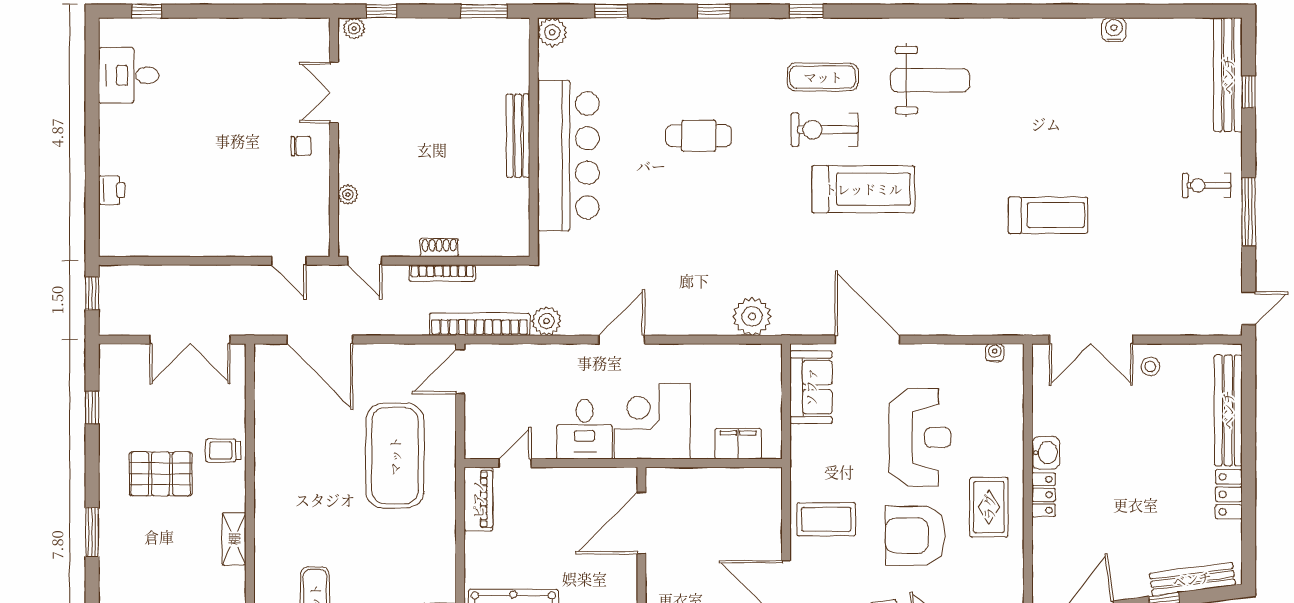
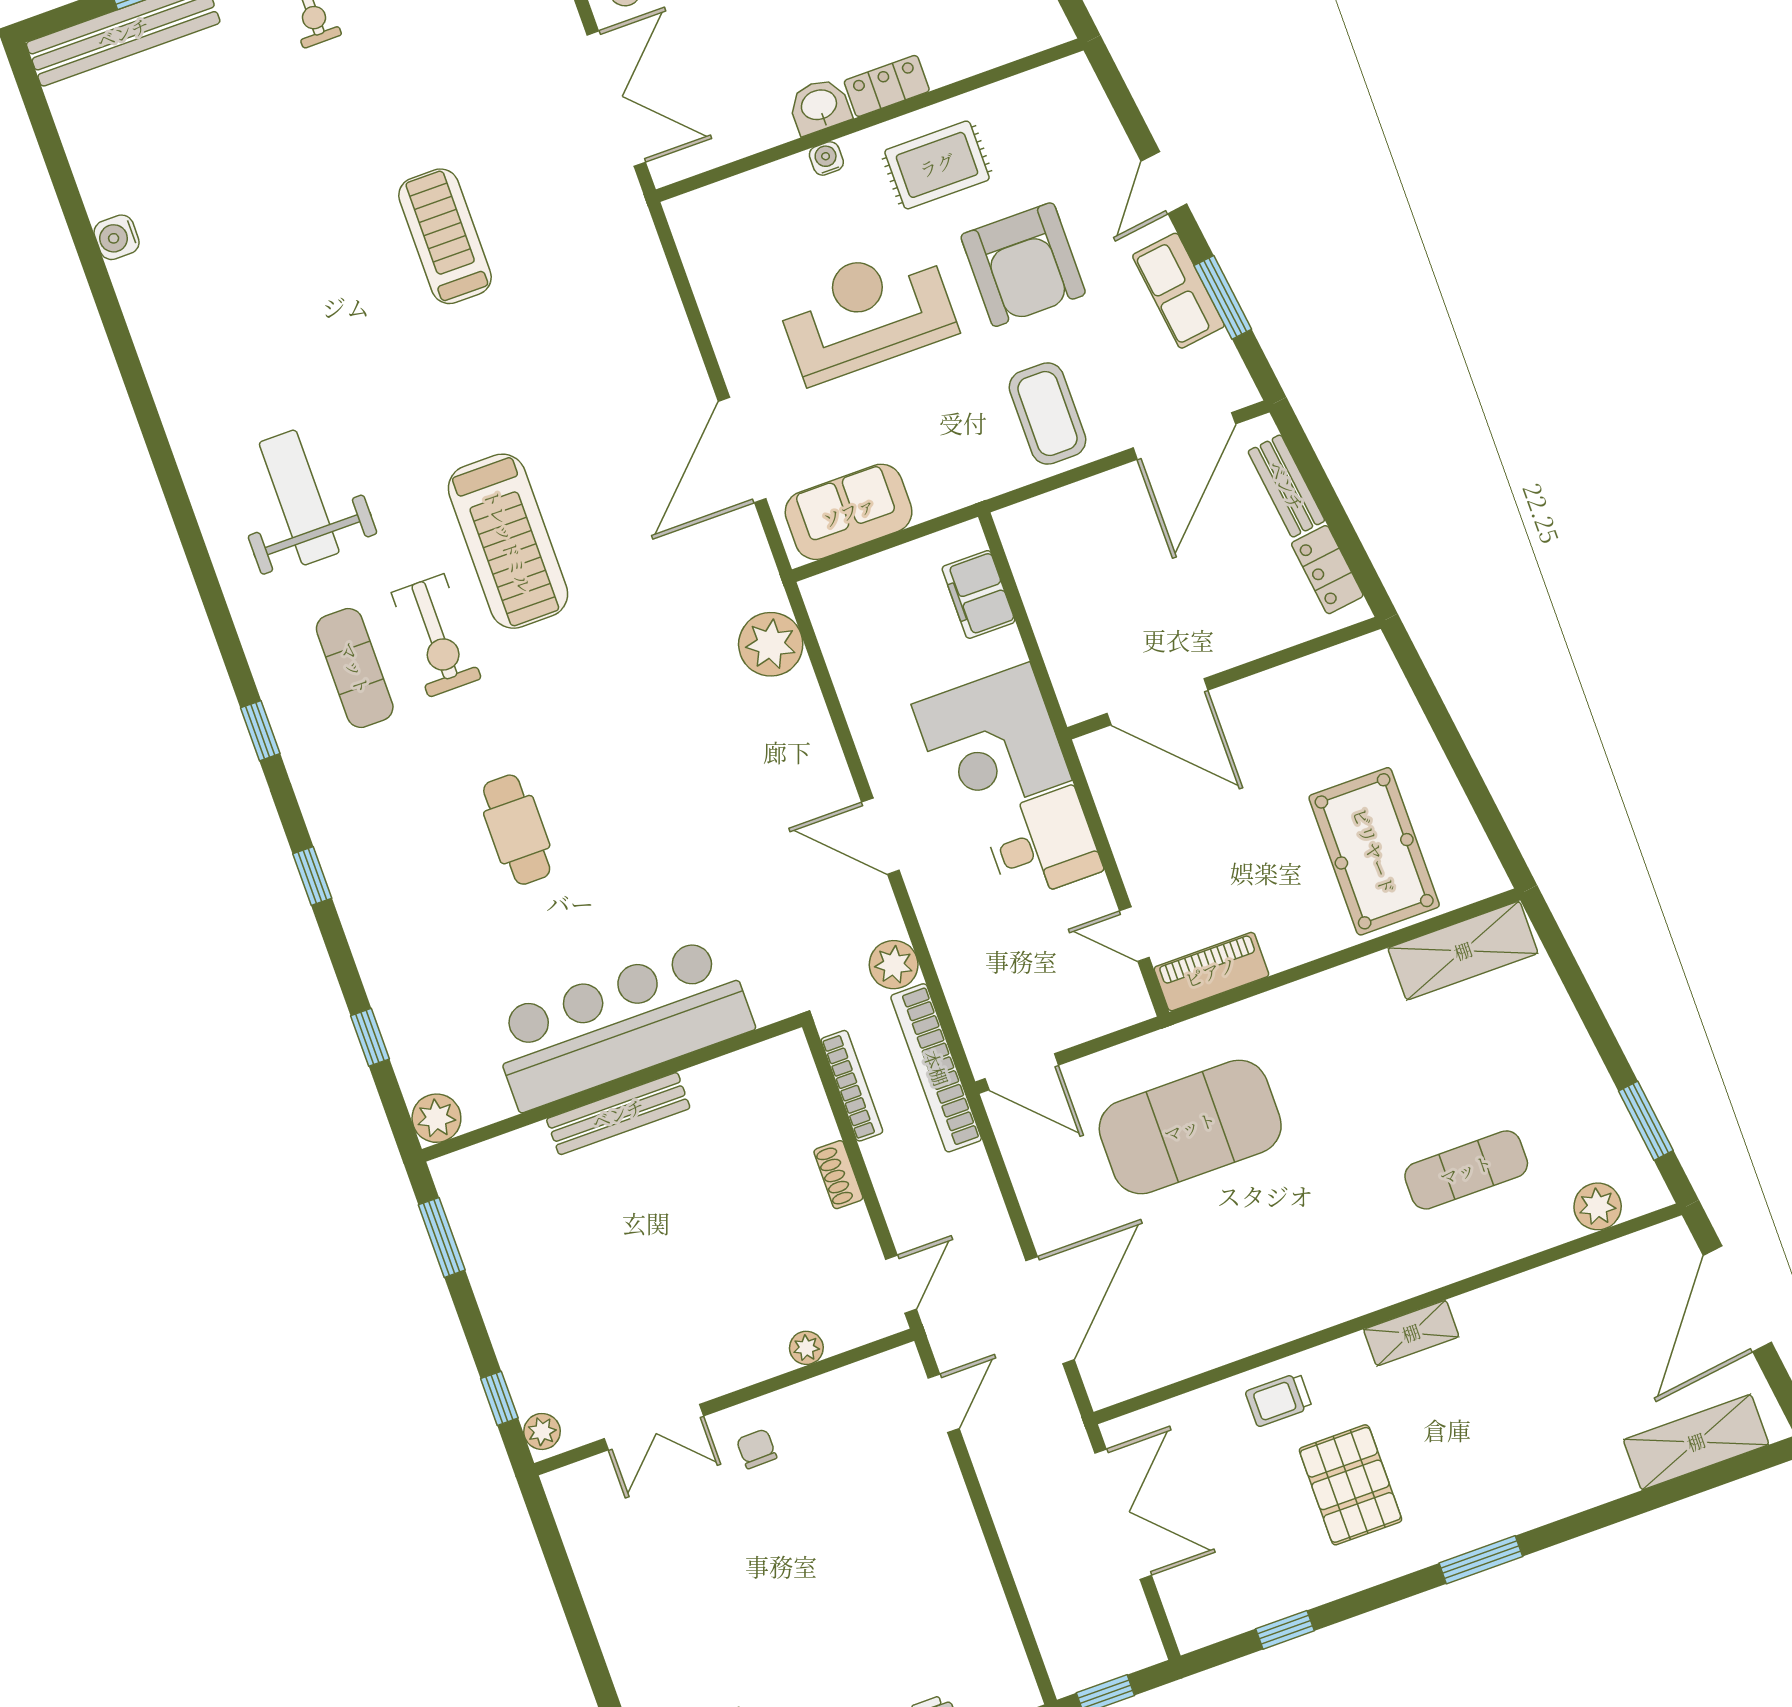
treadmill: (863, 189) -> (508, 541), turned 180
bookcase: (442, 273) -> (852, 1086), moved
water cooler: (995, 353) -> (826, 158), moved, turned 90
trolley: (223, 450) -> (1279, 1400), turned 90

